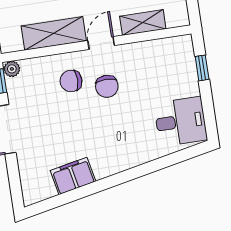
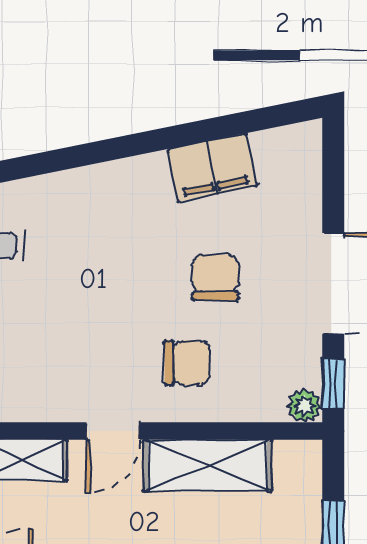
chair: (107, 86) -> (216, 278), moved

